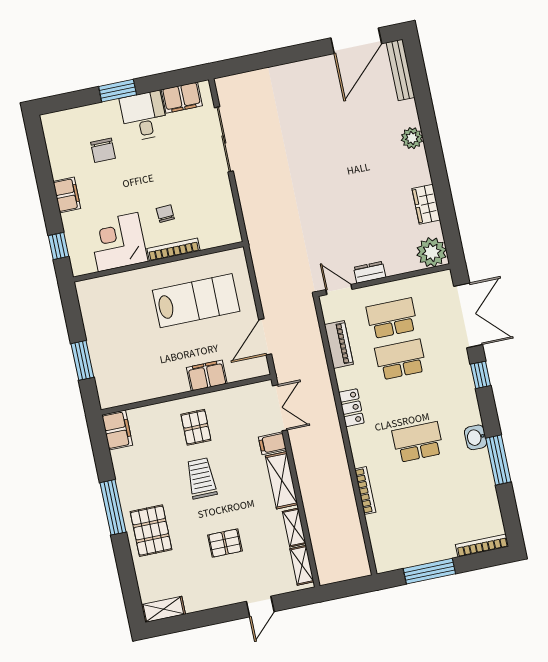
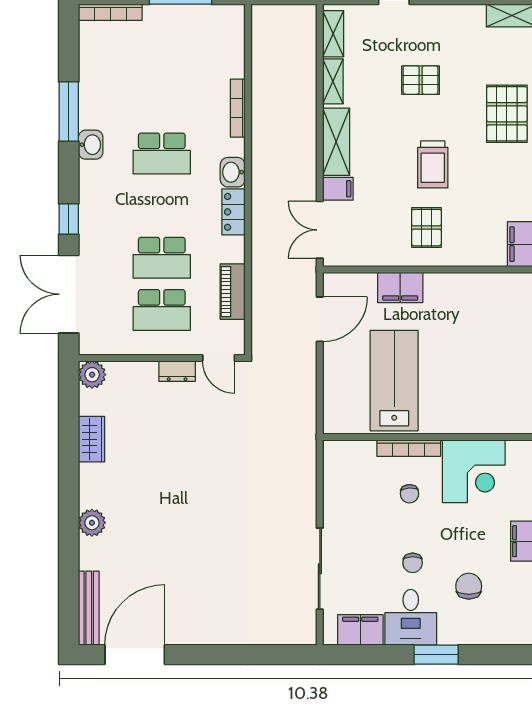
chair: (151, 159) -> (413, 563), added
plant: (432, 252) -> (92, 375), width x0.73, depth x0.73
lab bench: (196, 301) -> (394, 381), turned 90
washbasin: (359, 439) -> (233, 172), added

